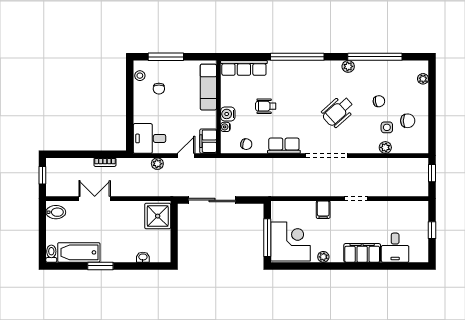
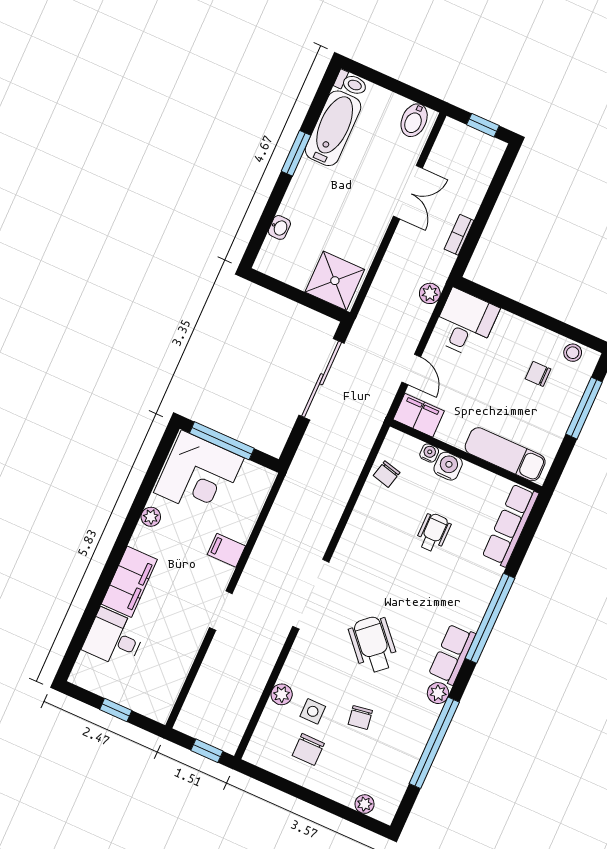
row of seats: (284, 146) -> (452, 654), moved, turned 180
plant: (157, 164) -> (430, 293), moved

